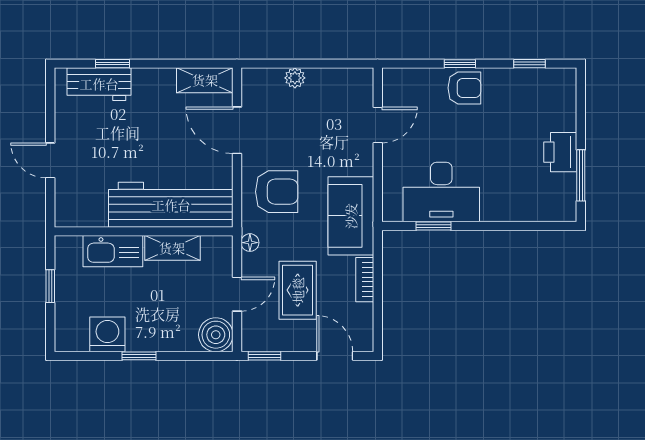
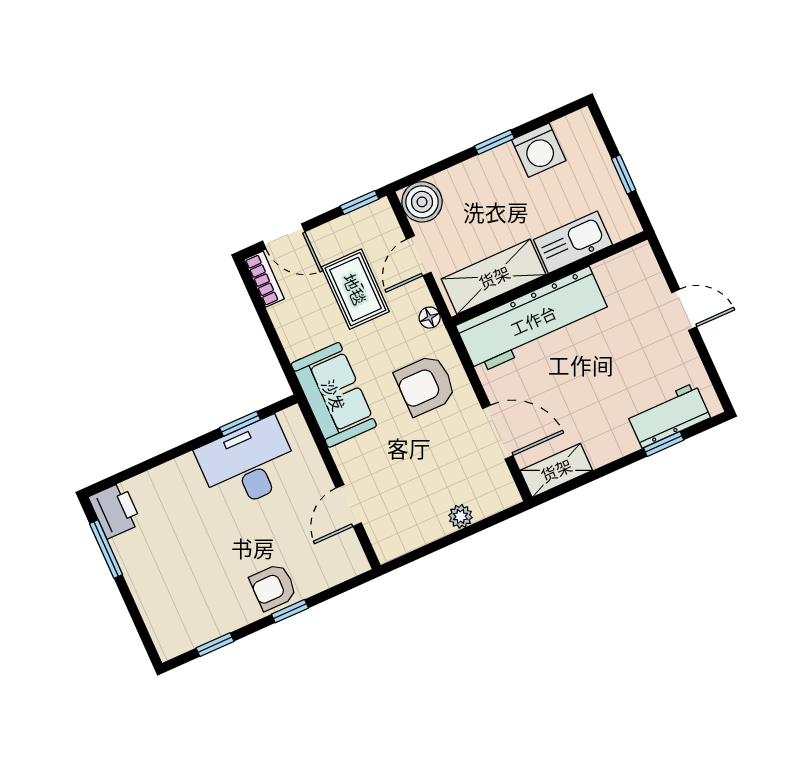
printer: (560, 152) -> (115, 510), moved
shelving: (172, 248) -> (494, 277), width x1.50, depth x1.33
bookcase: (365, 280) -> (264, 279), moved

